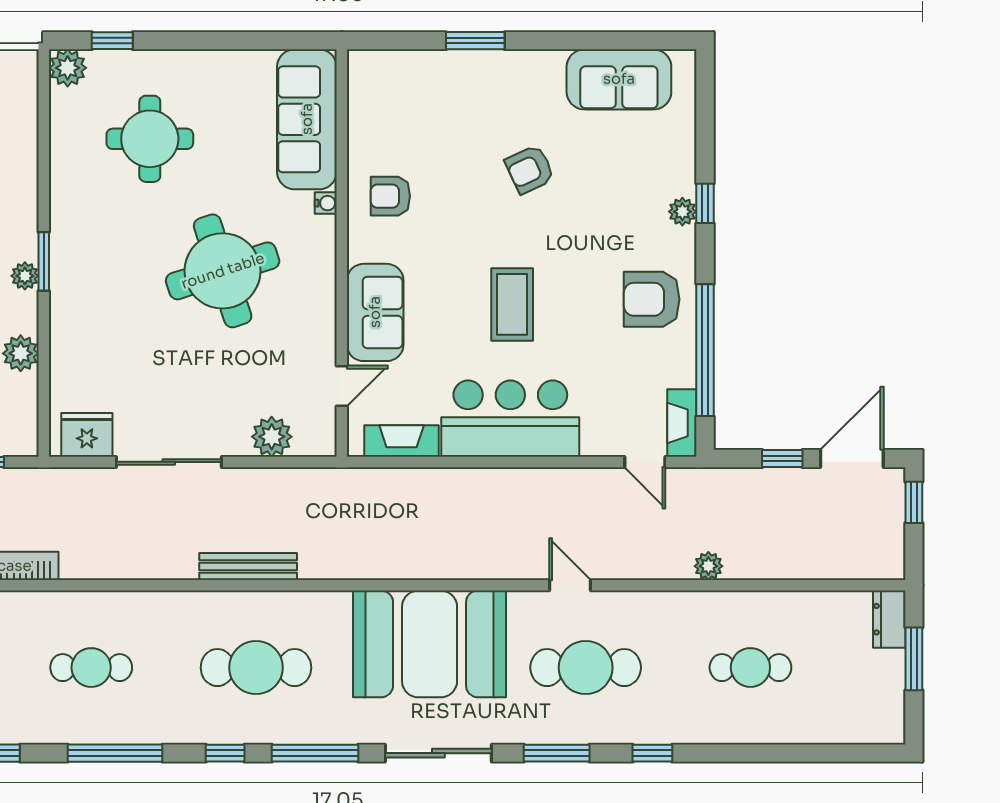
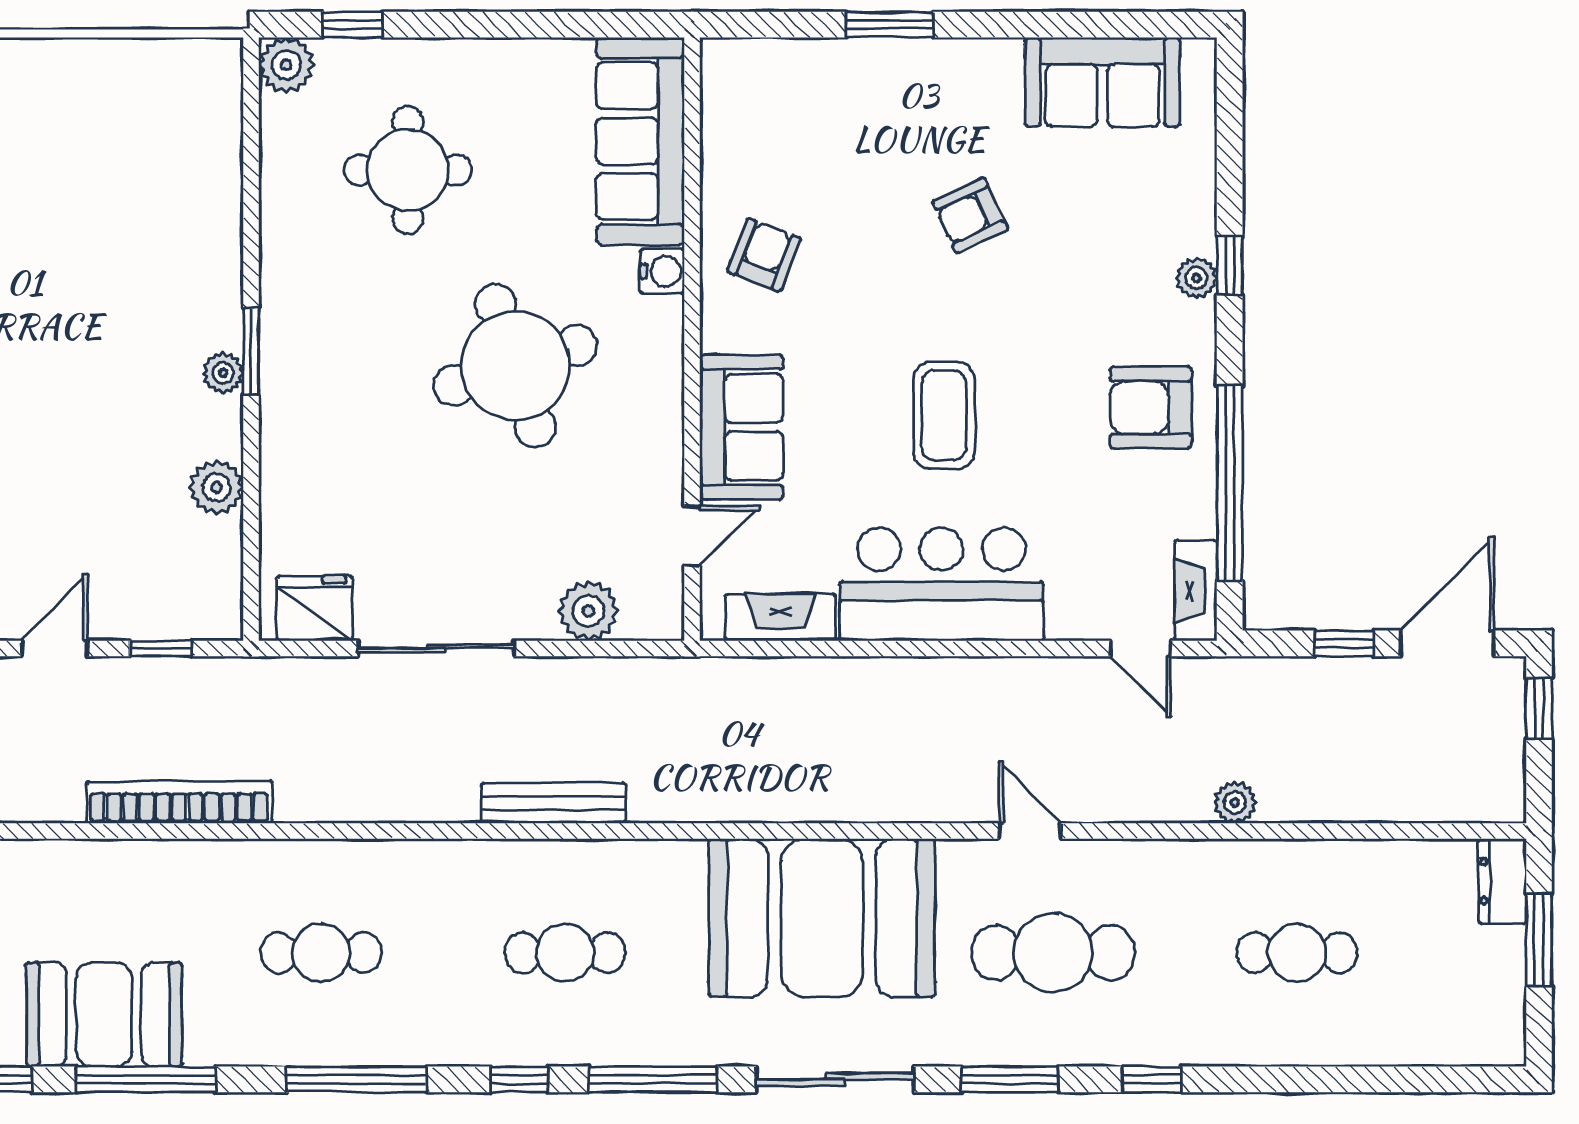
armchair: (390, 196) -> (764, 255), turned 111
water cooler: (326, 203) -> (662, 271), width x1.38, depth x1.38
cafe table: (256, 668) -> (565, 953), width x0.73, depth x0.74

